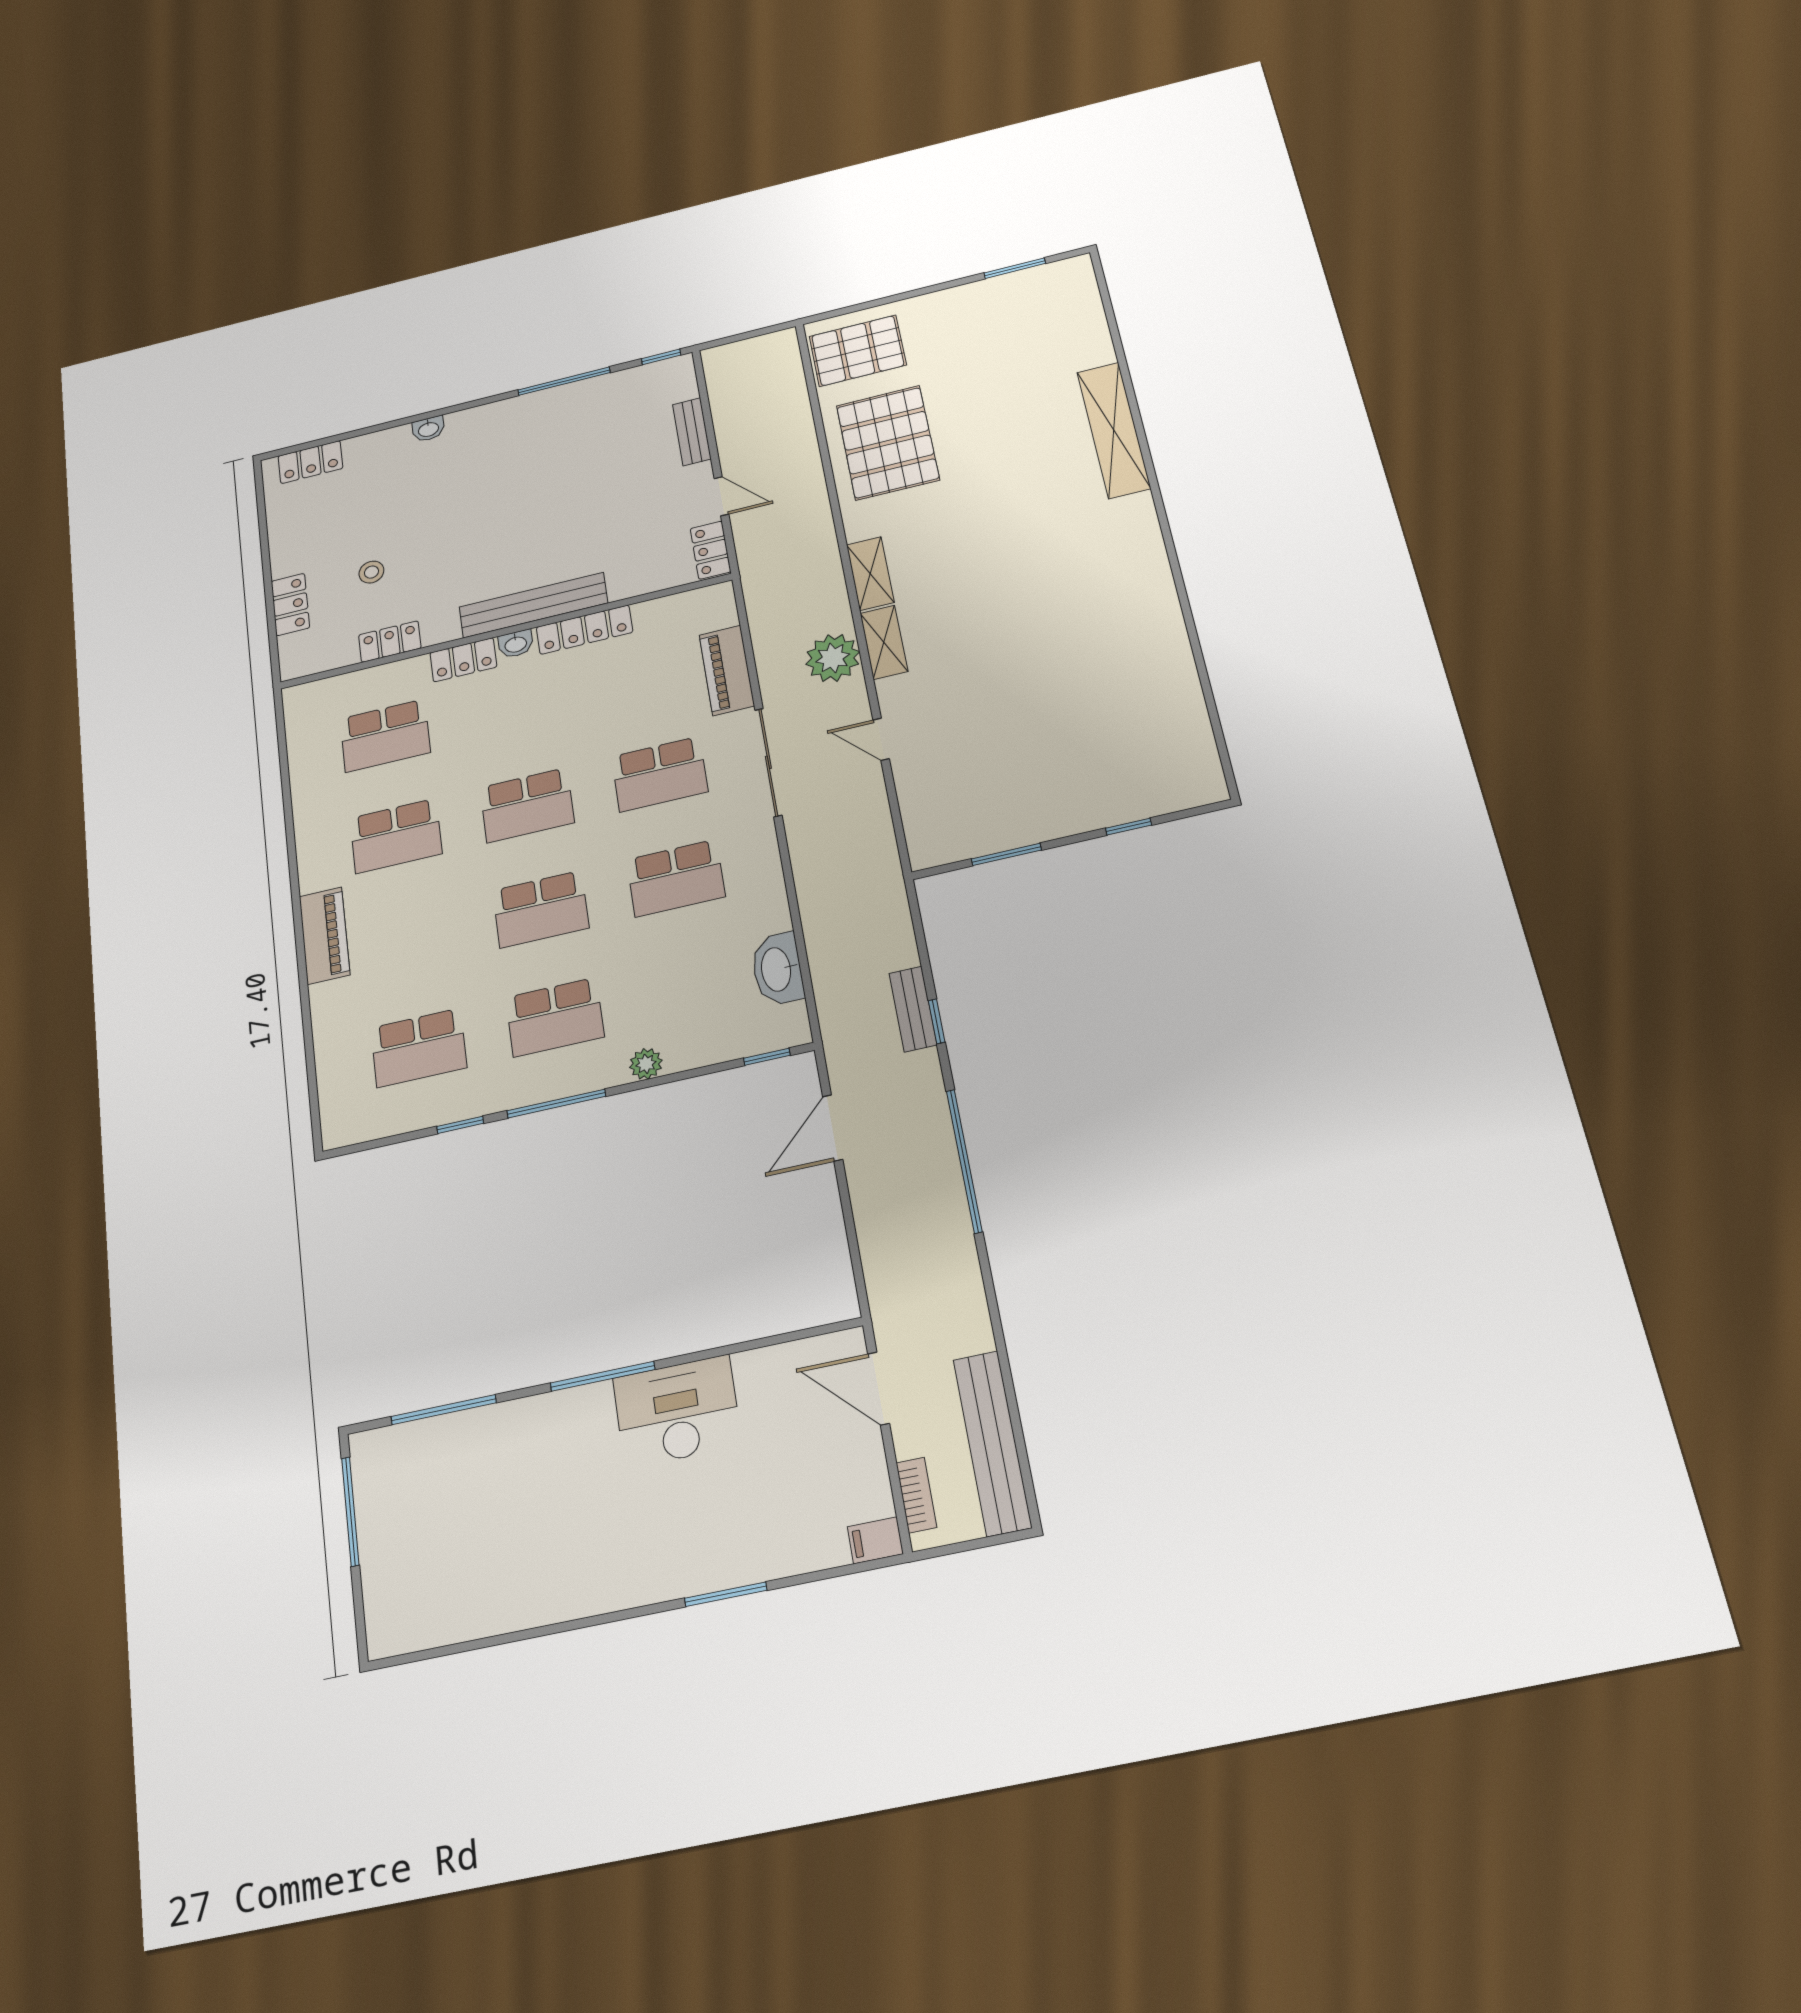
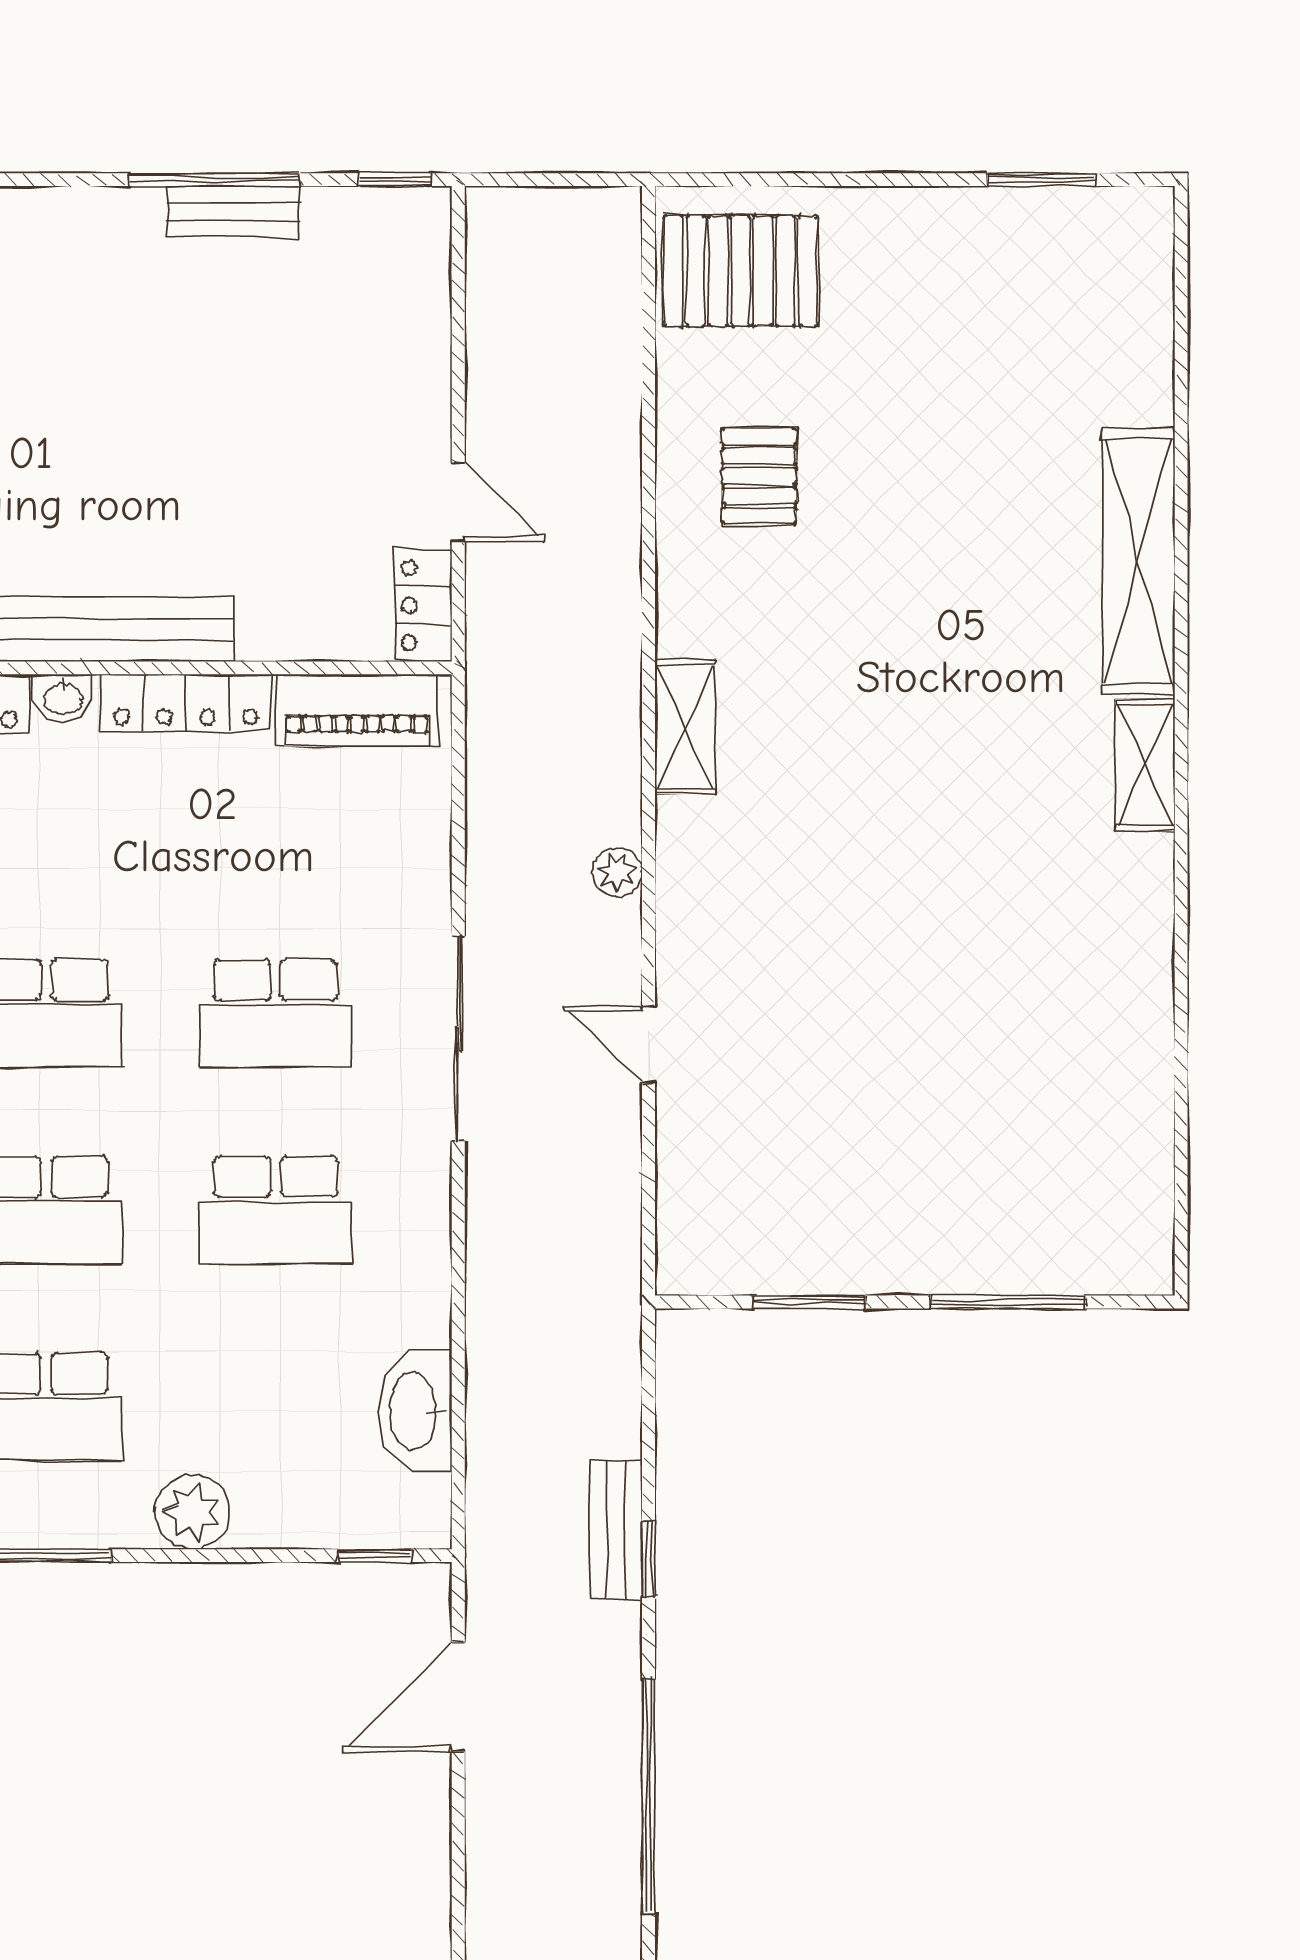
bench: (692, 432) -> (232, 211), moved, turned 90
pallet: (888, 443) -> (759, 476), width x0.49, depth x0.50
shelving: (884, 642) -> (1145, 765), moved
plant: (833, 658) -> (617, 872), width x0.53, depth x0.53
piano: (727, 670) -> (357, 710), moved, turned -90
window: (1128, 827) -> (1008, 1302), width x2.17
plant: (646, 1064) -> (192, 1512), width x1.38, depth x1.38

